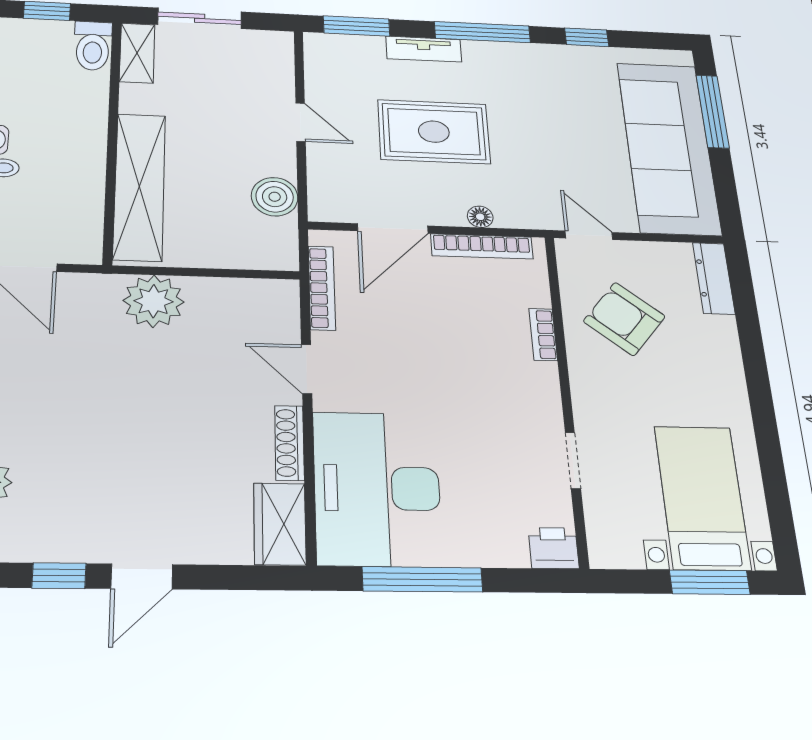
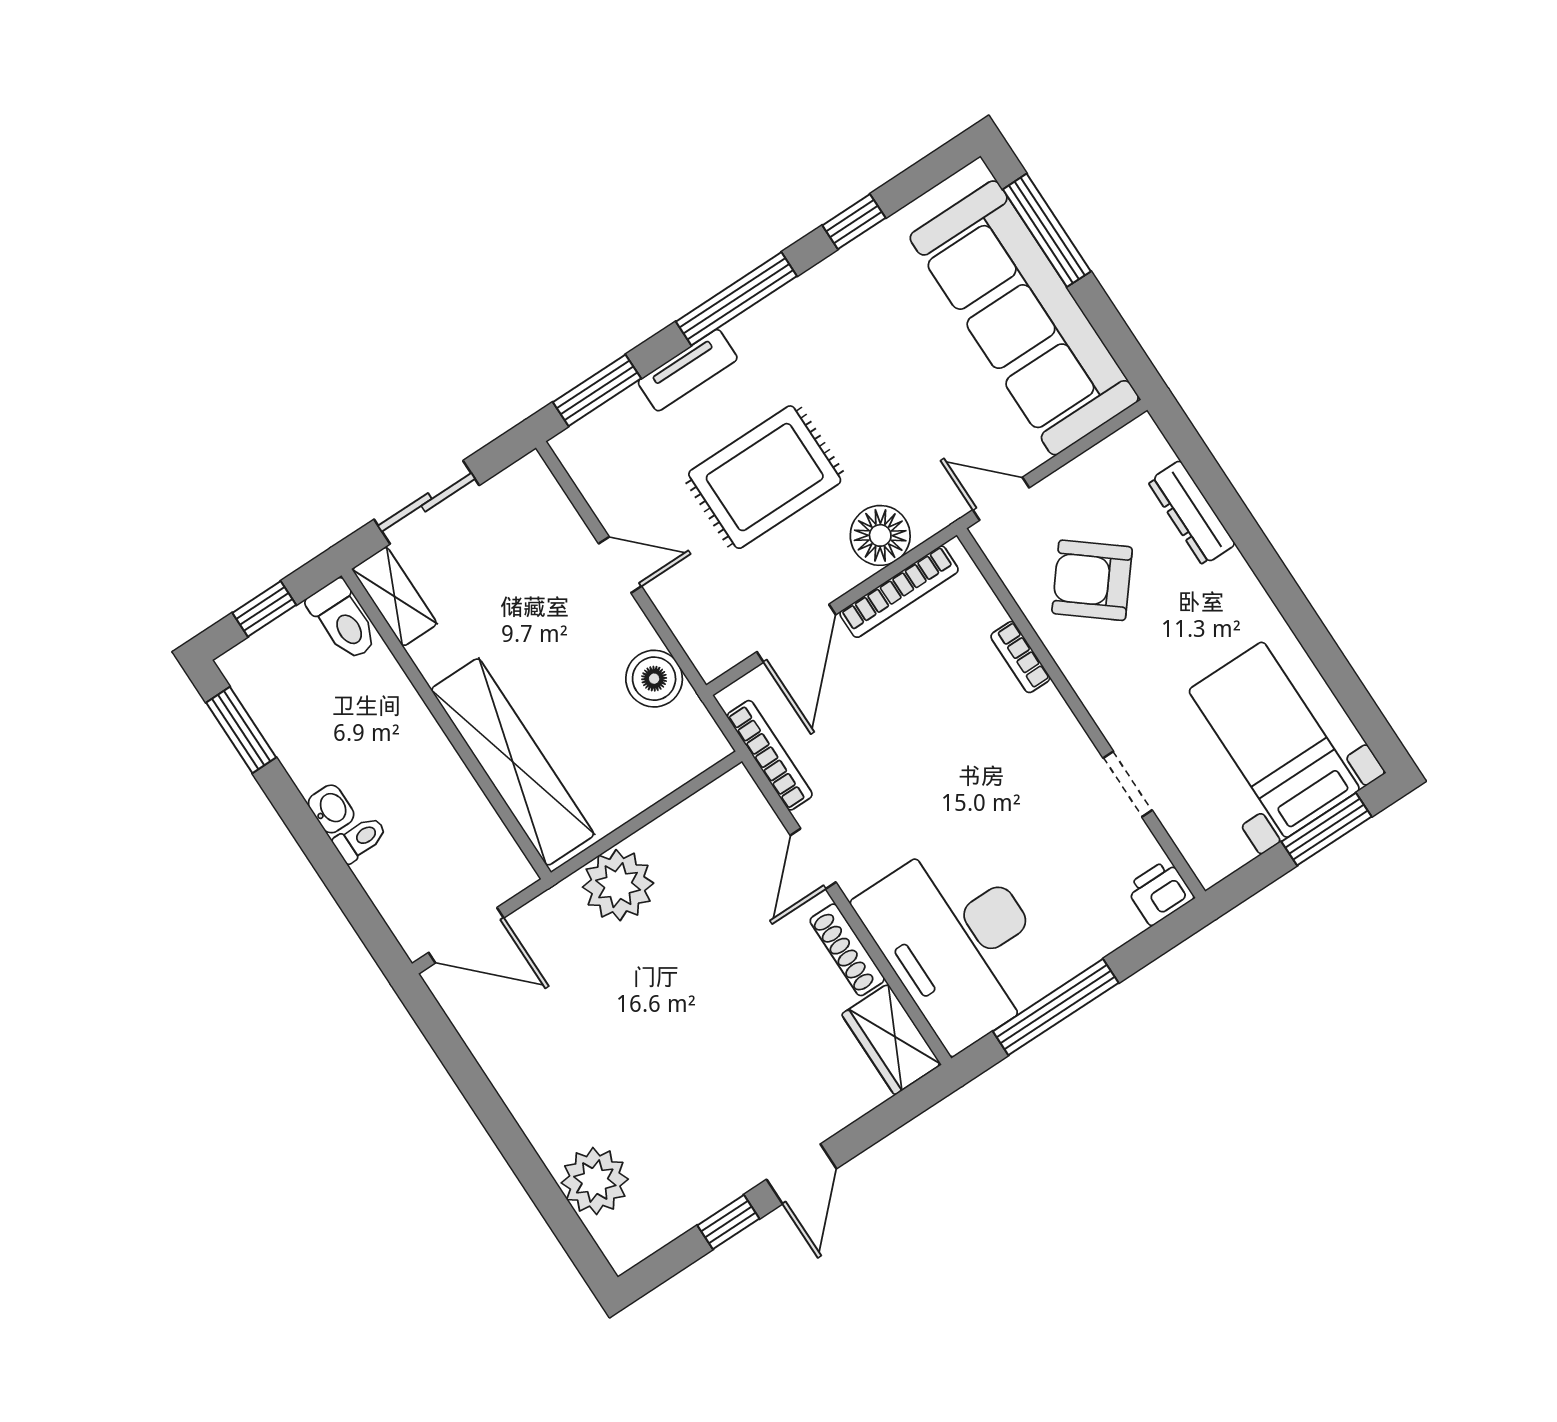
floor lamp: (480, 217) -> (880, 535), width x1.89, depth x1.89
dresser: (714, 278) -> (1192, 513), moved
door: (307, 369) -> (813, 859), hinge flipped

